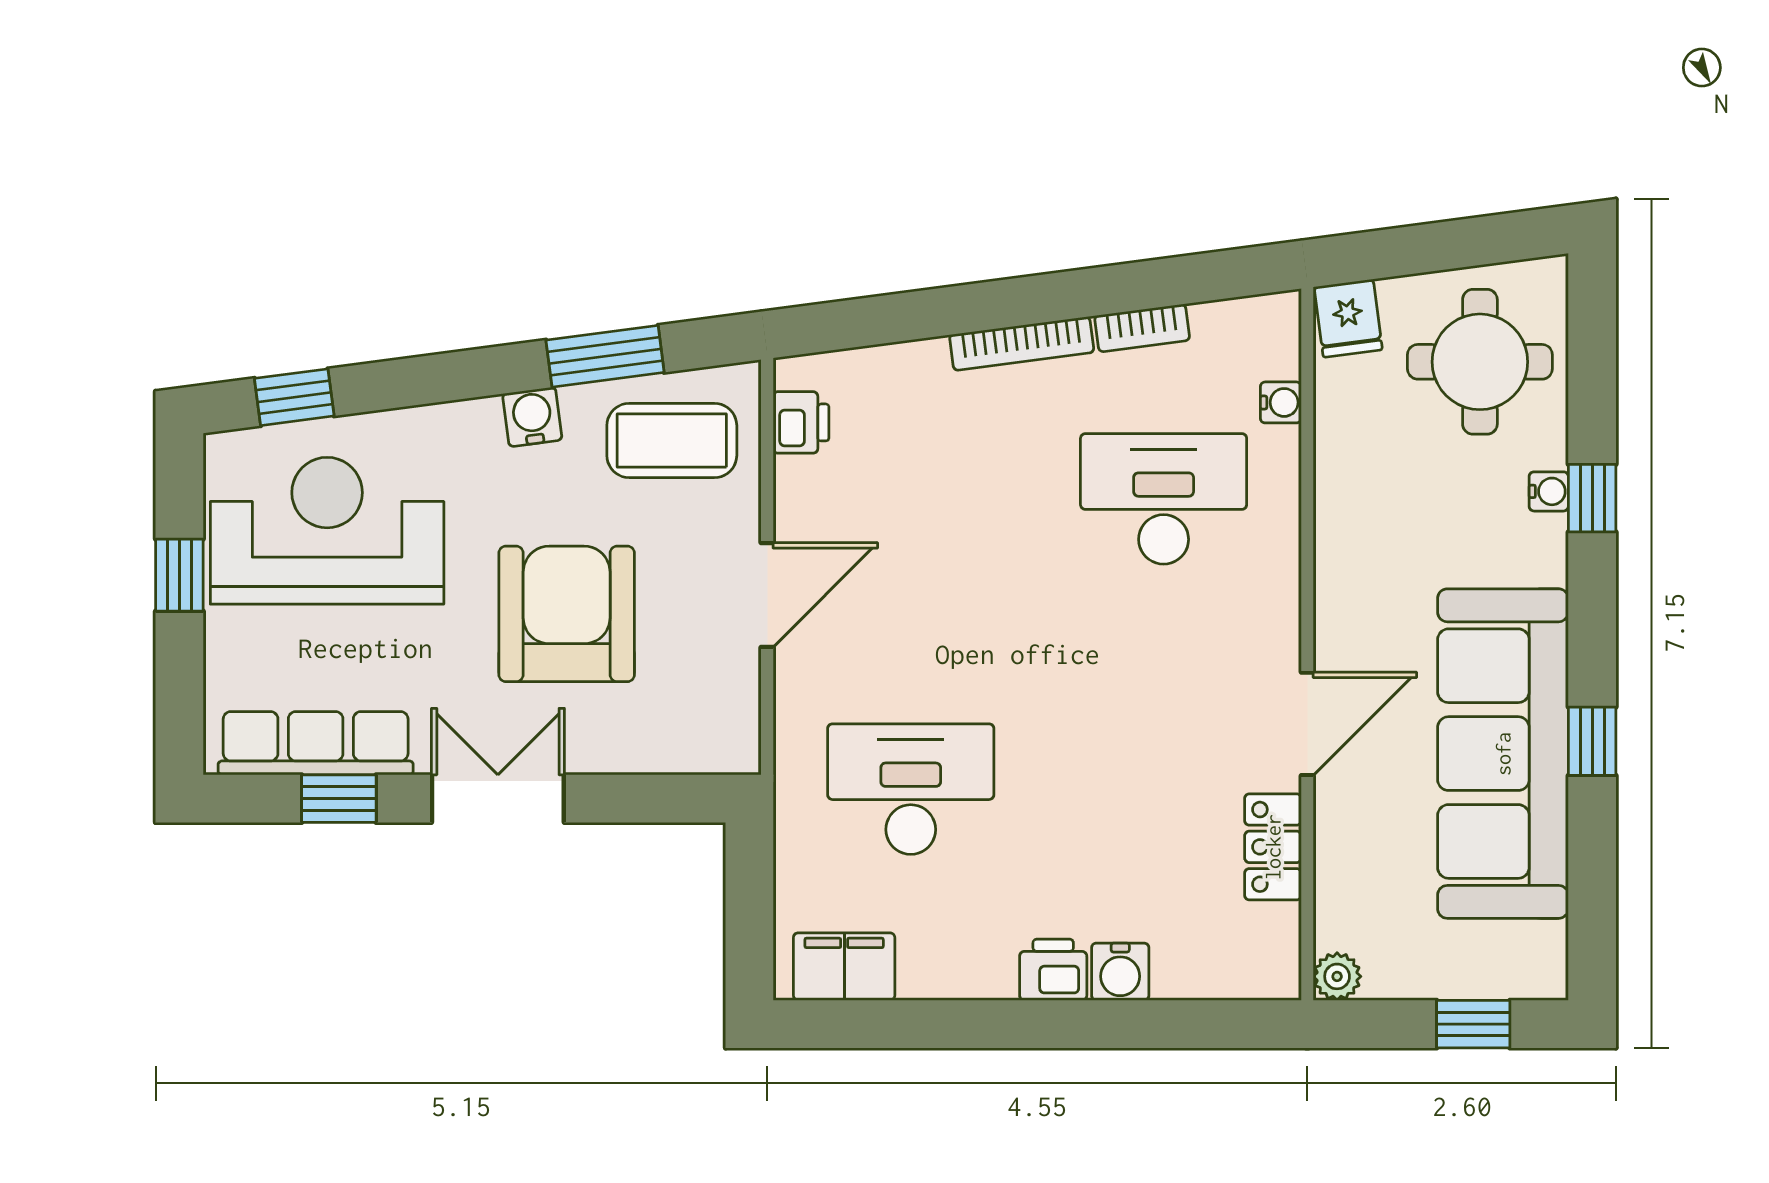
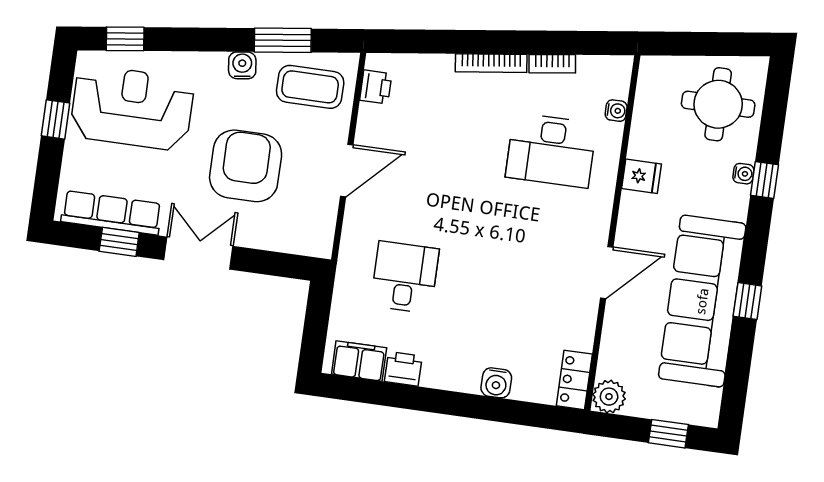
fridge: (1348, 318) -> (641, 176), moved, turned -82
desk: (1164, 499) -> (551, 150), turned 180
desk: (911, 789) -> (405, 277), width x0.73
locker: (1273, 847) -> (574, 380), moved
printer: (1053, 970) -> (403, 369), moved
plant: (1337, 976) -> (609, 397), width x1.38, depth x1.38

